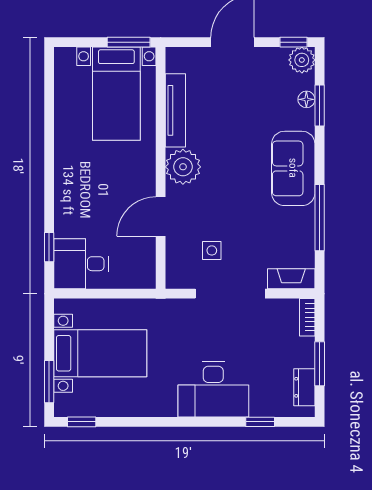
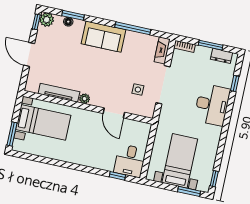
window: (129, 42) -> (12, 134), moved
plant: (183, 167) -> (85, 99), width x0.53, depth x0.53

